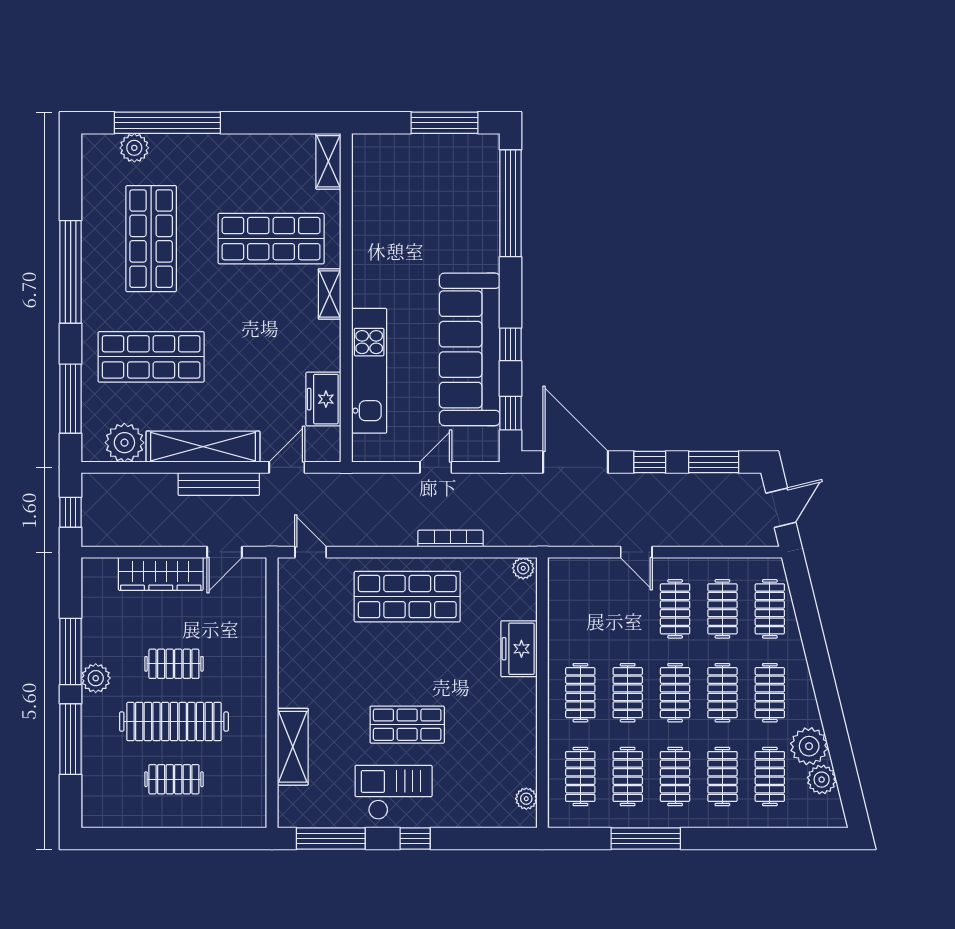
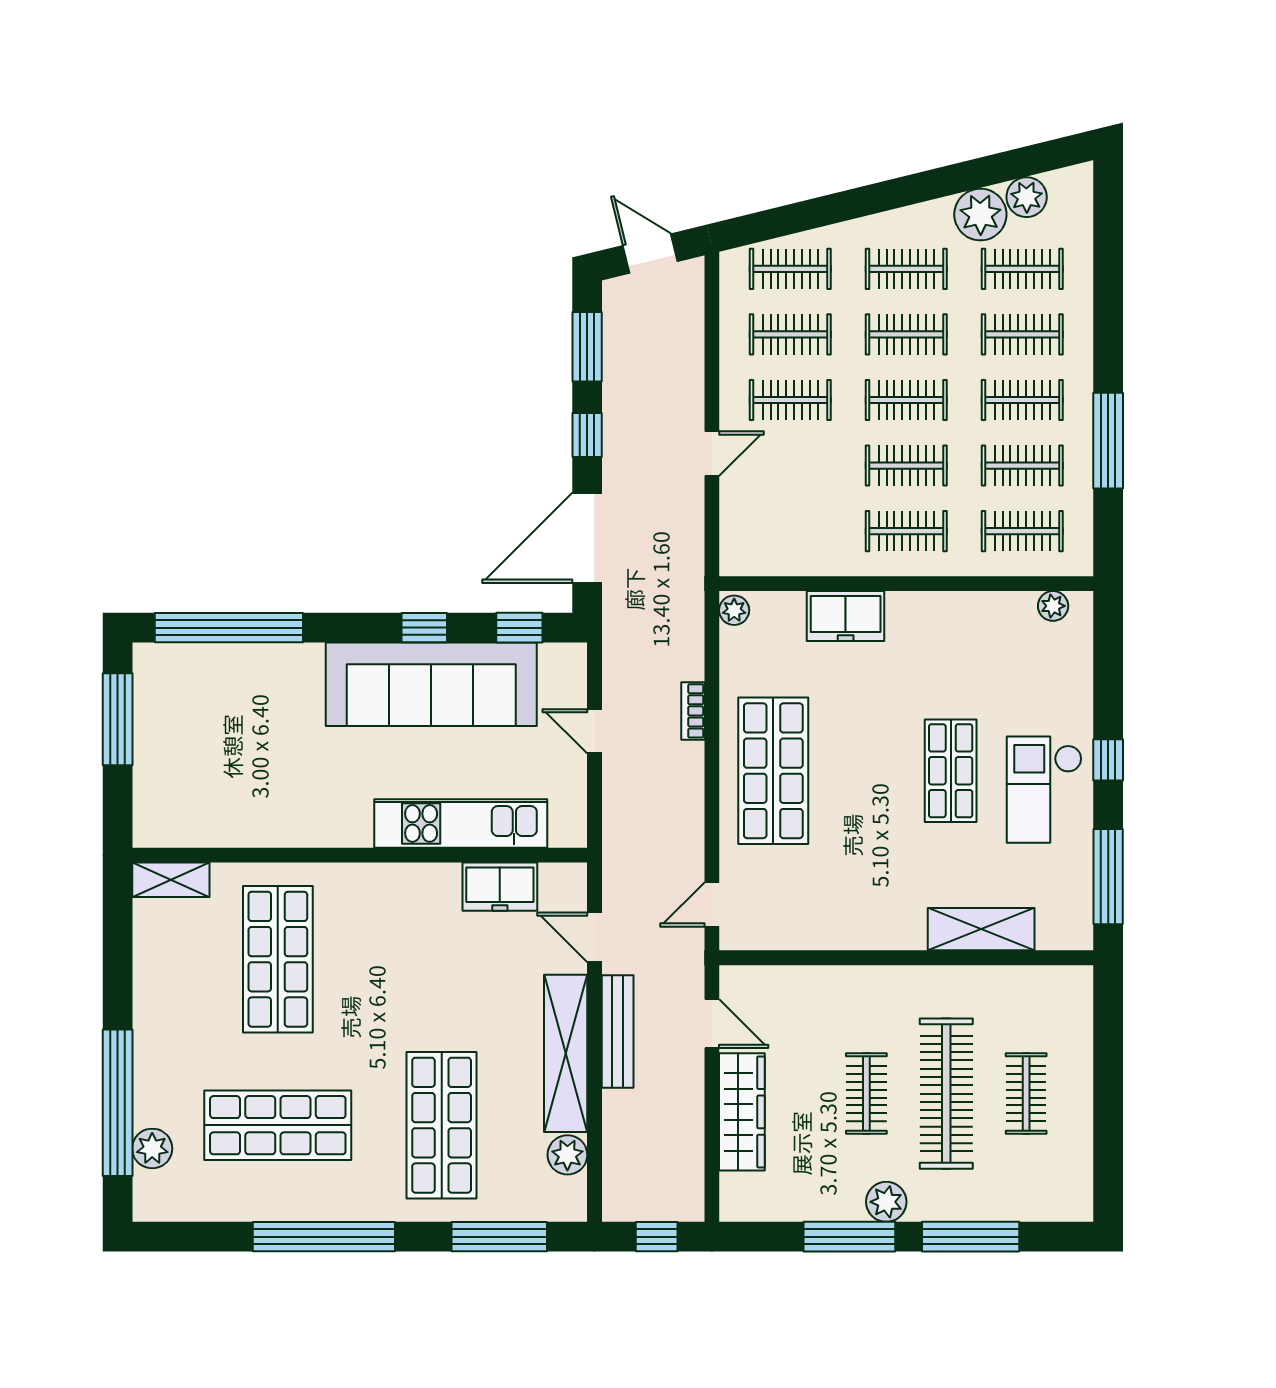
shelving: (330, 294) -> (354, 878), removed
plant: (124, 443) -> (567, 1155), width x0.73, depth x0.73
bookcase: (450, 539) -> (693, 711), width x0.64

